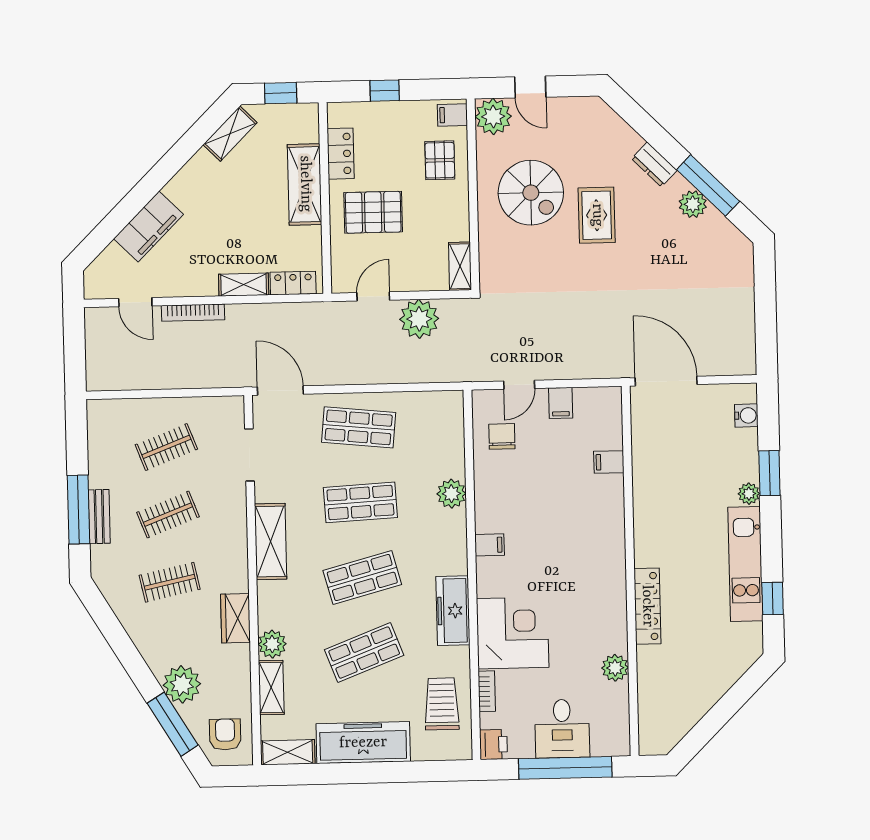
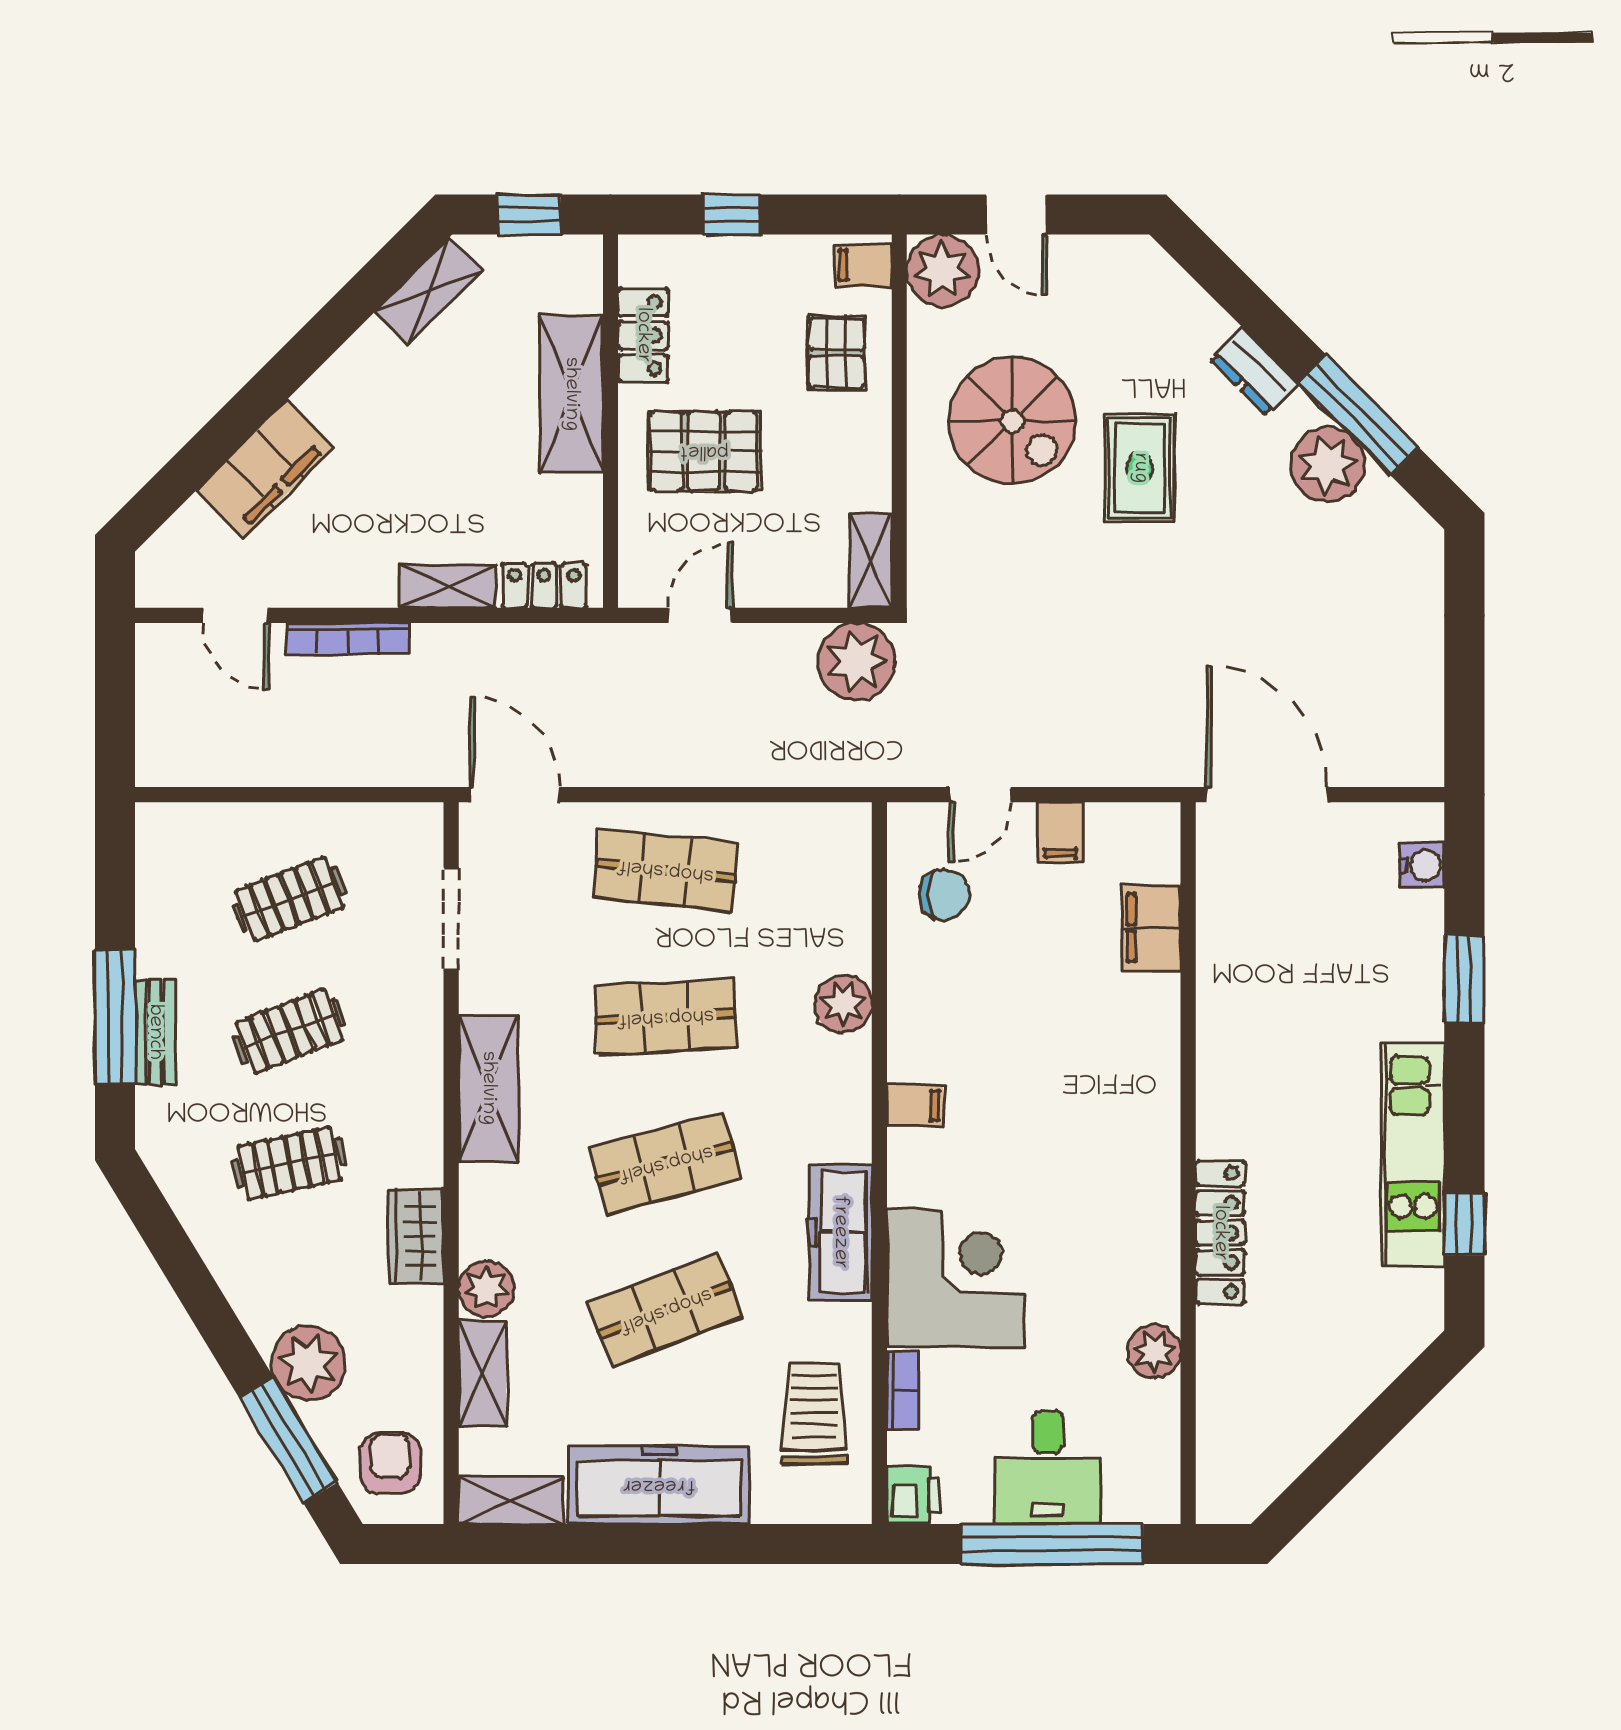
plant: (693, 204) -> (1328, 465), width x1.36, depth x1.36
plant: (419, 319) -> (857, 662), moved
chair: (502, 436) -> (944, 895), turned 90
filing cabinet: (609, 462) -> (1152, 928), width x2.00
plant: (749, 494) -> (1423, 1018), removed

